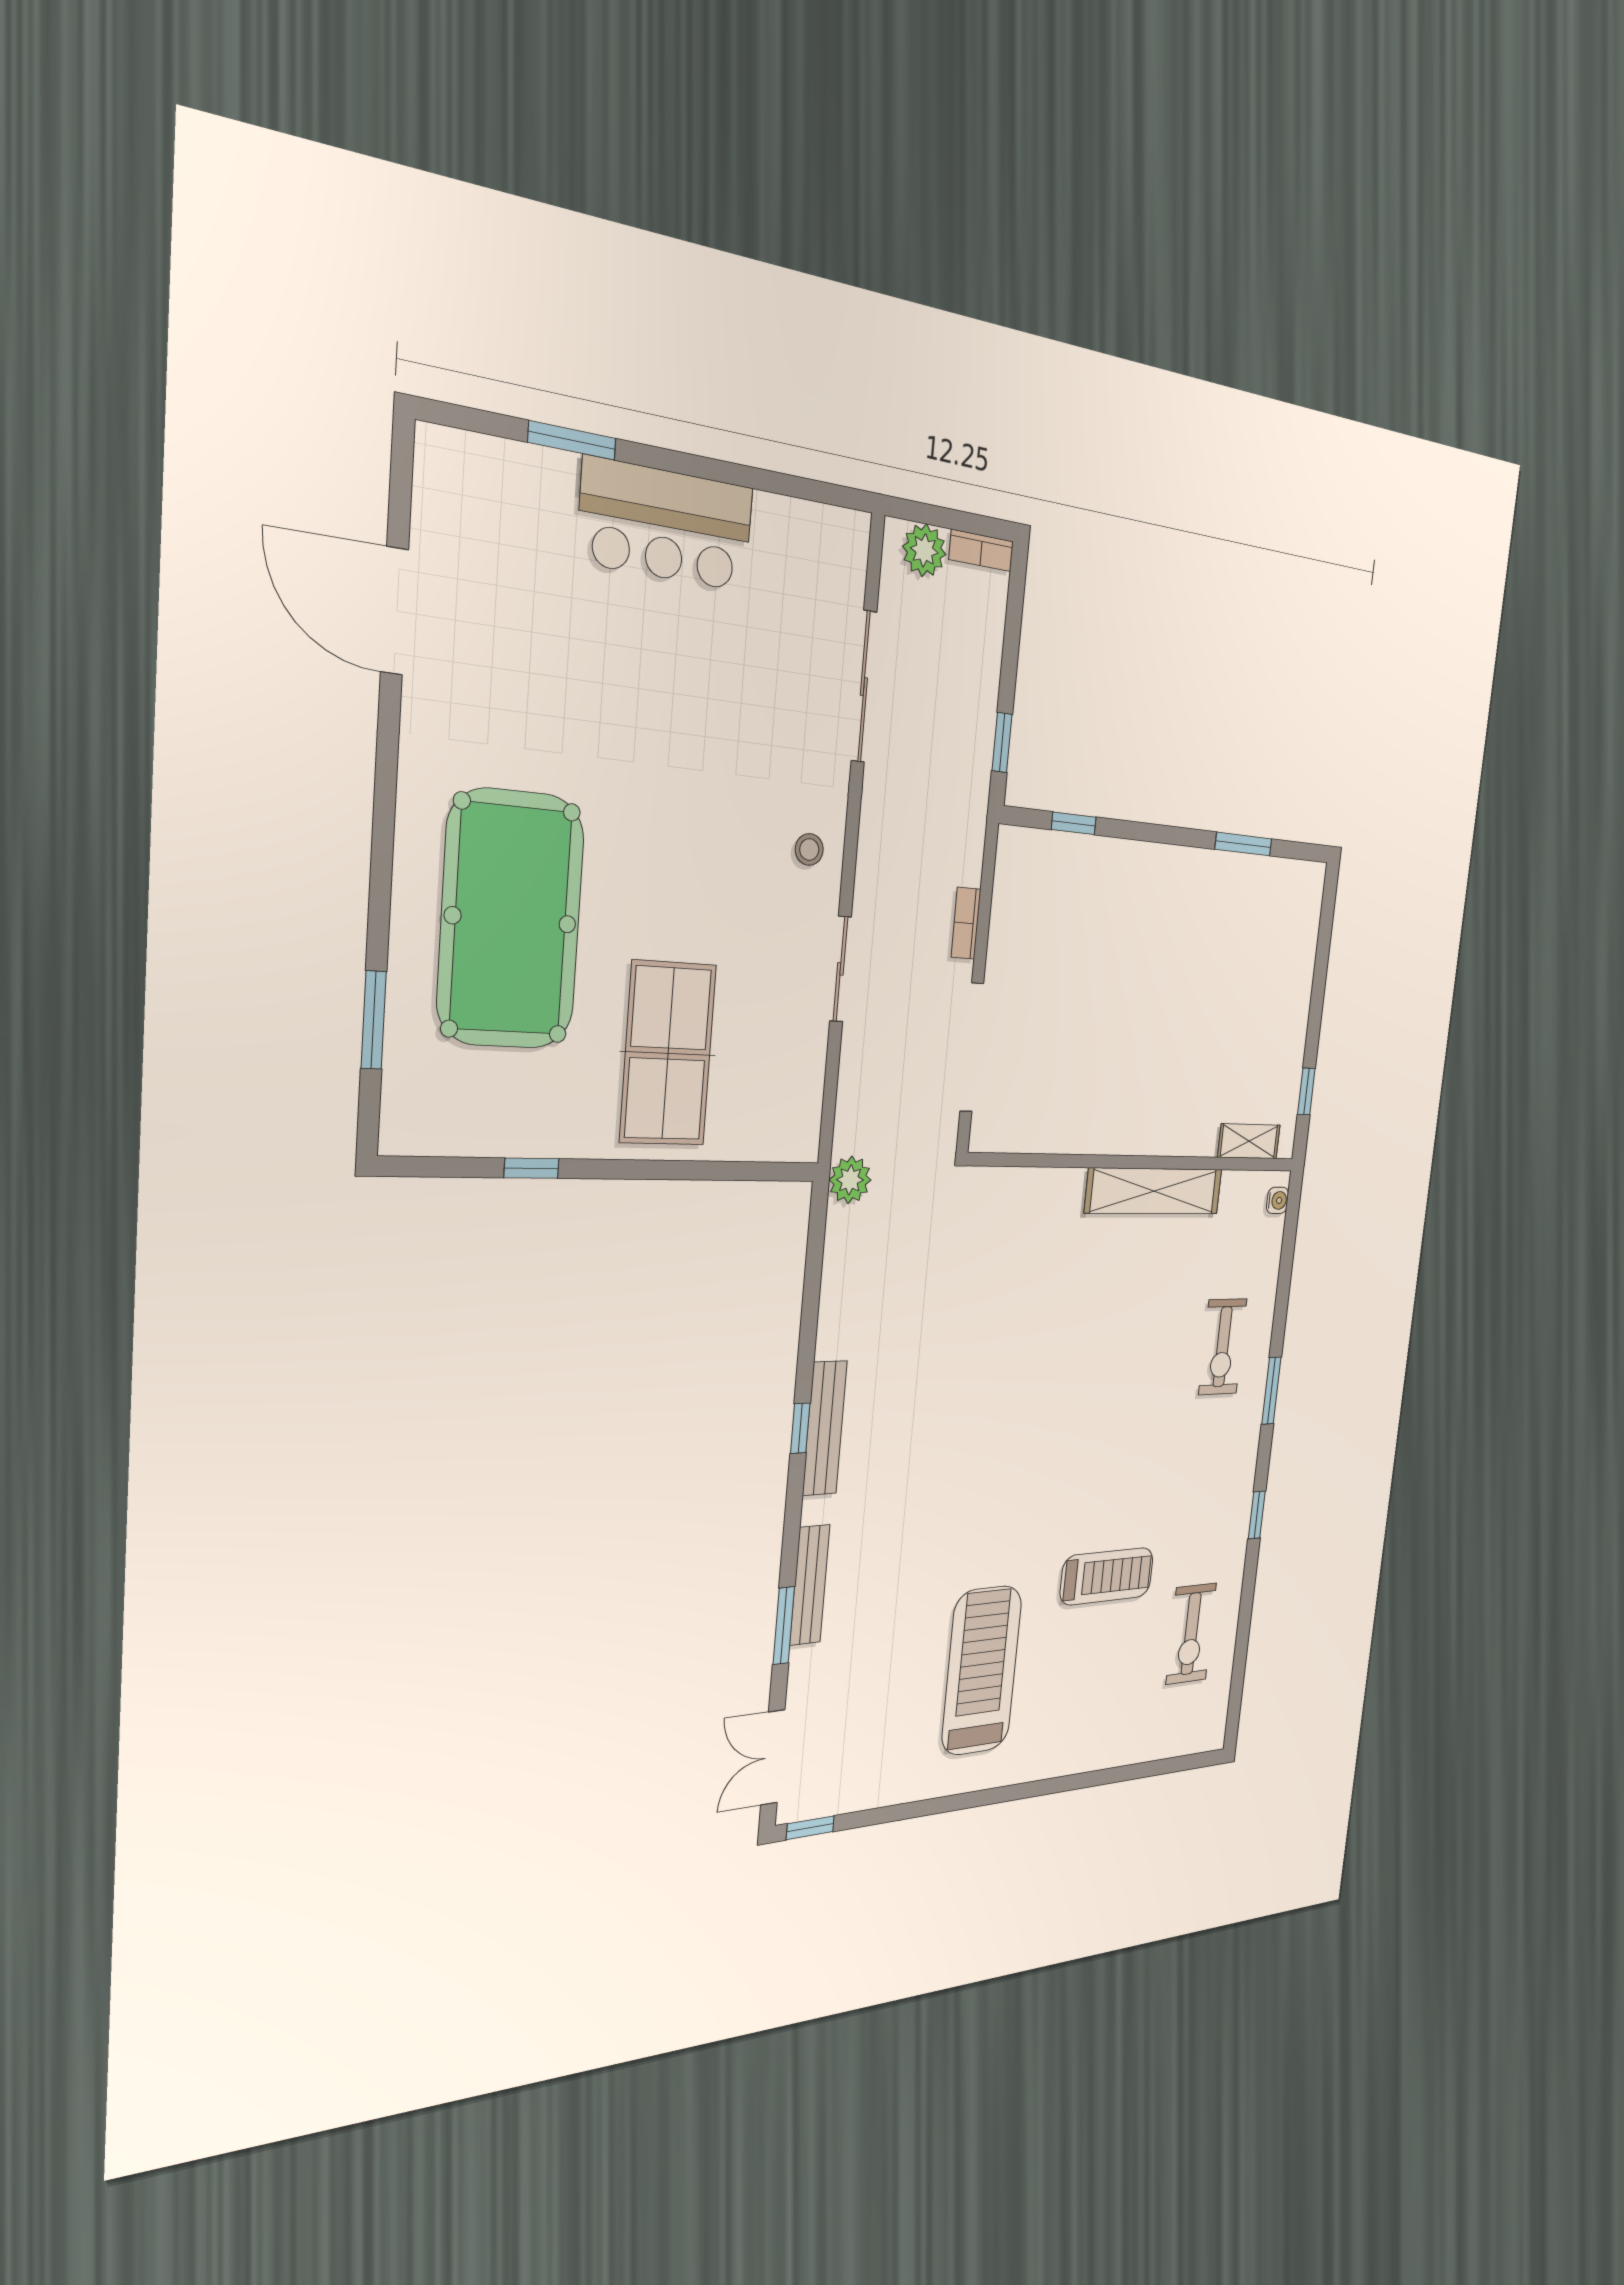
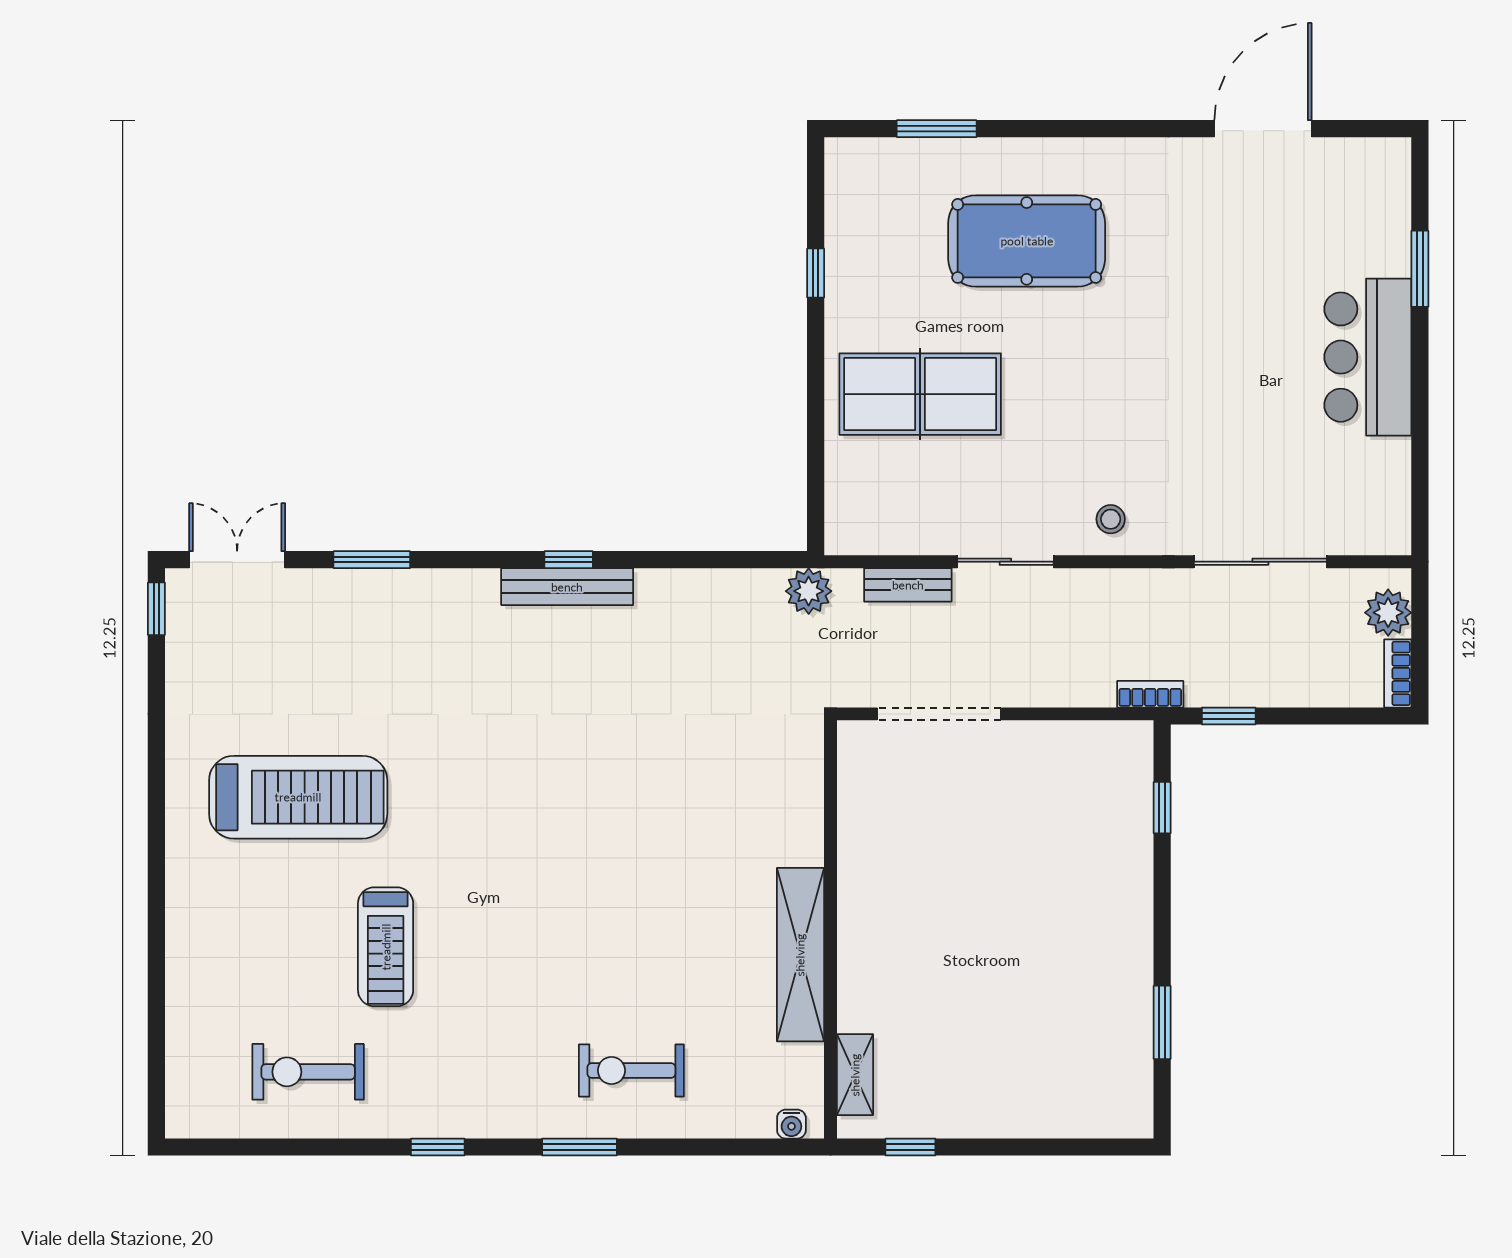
pool table: (511, 920) -> (1027, 241), width x0.73, depth x0.76
bookcase: (966, 923) -> (1150, 694), moved
bench: (810, 1585) -> (908, 585), moved, width x0.73

